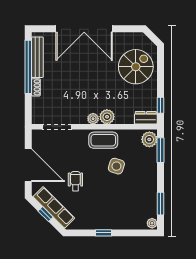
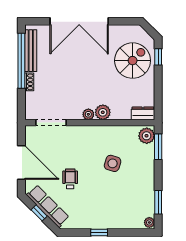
window: (160, 105) -> (158, 57), moved
coffee table: (103, 140) -> (99, 137), removed

